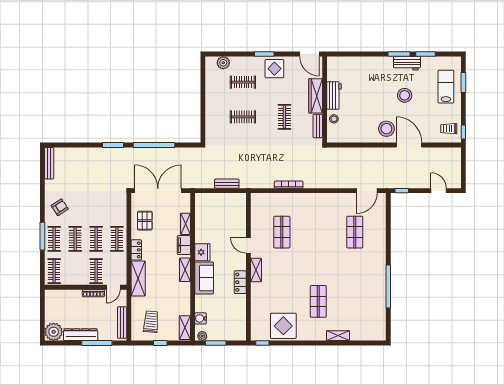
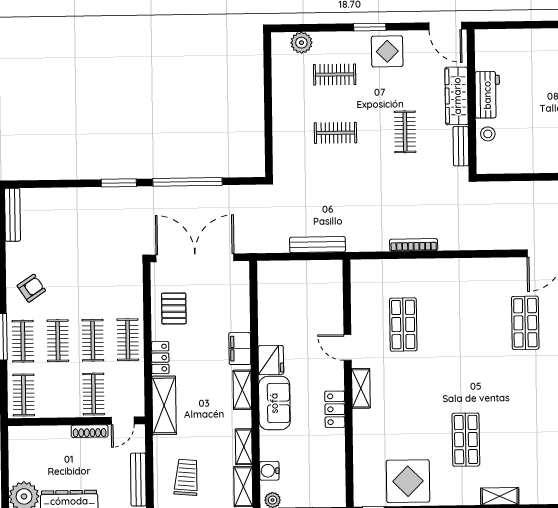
bench: (227, 184) -> (317, 245), width x1.36
shelving: (185, 224) -> (244, 447), moved

